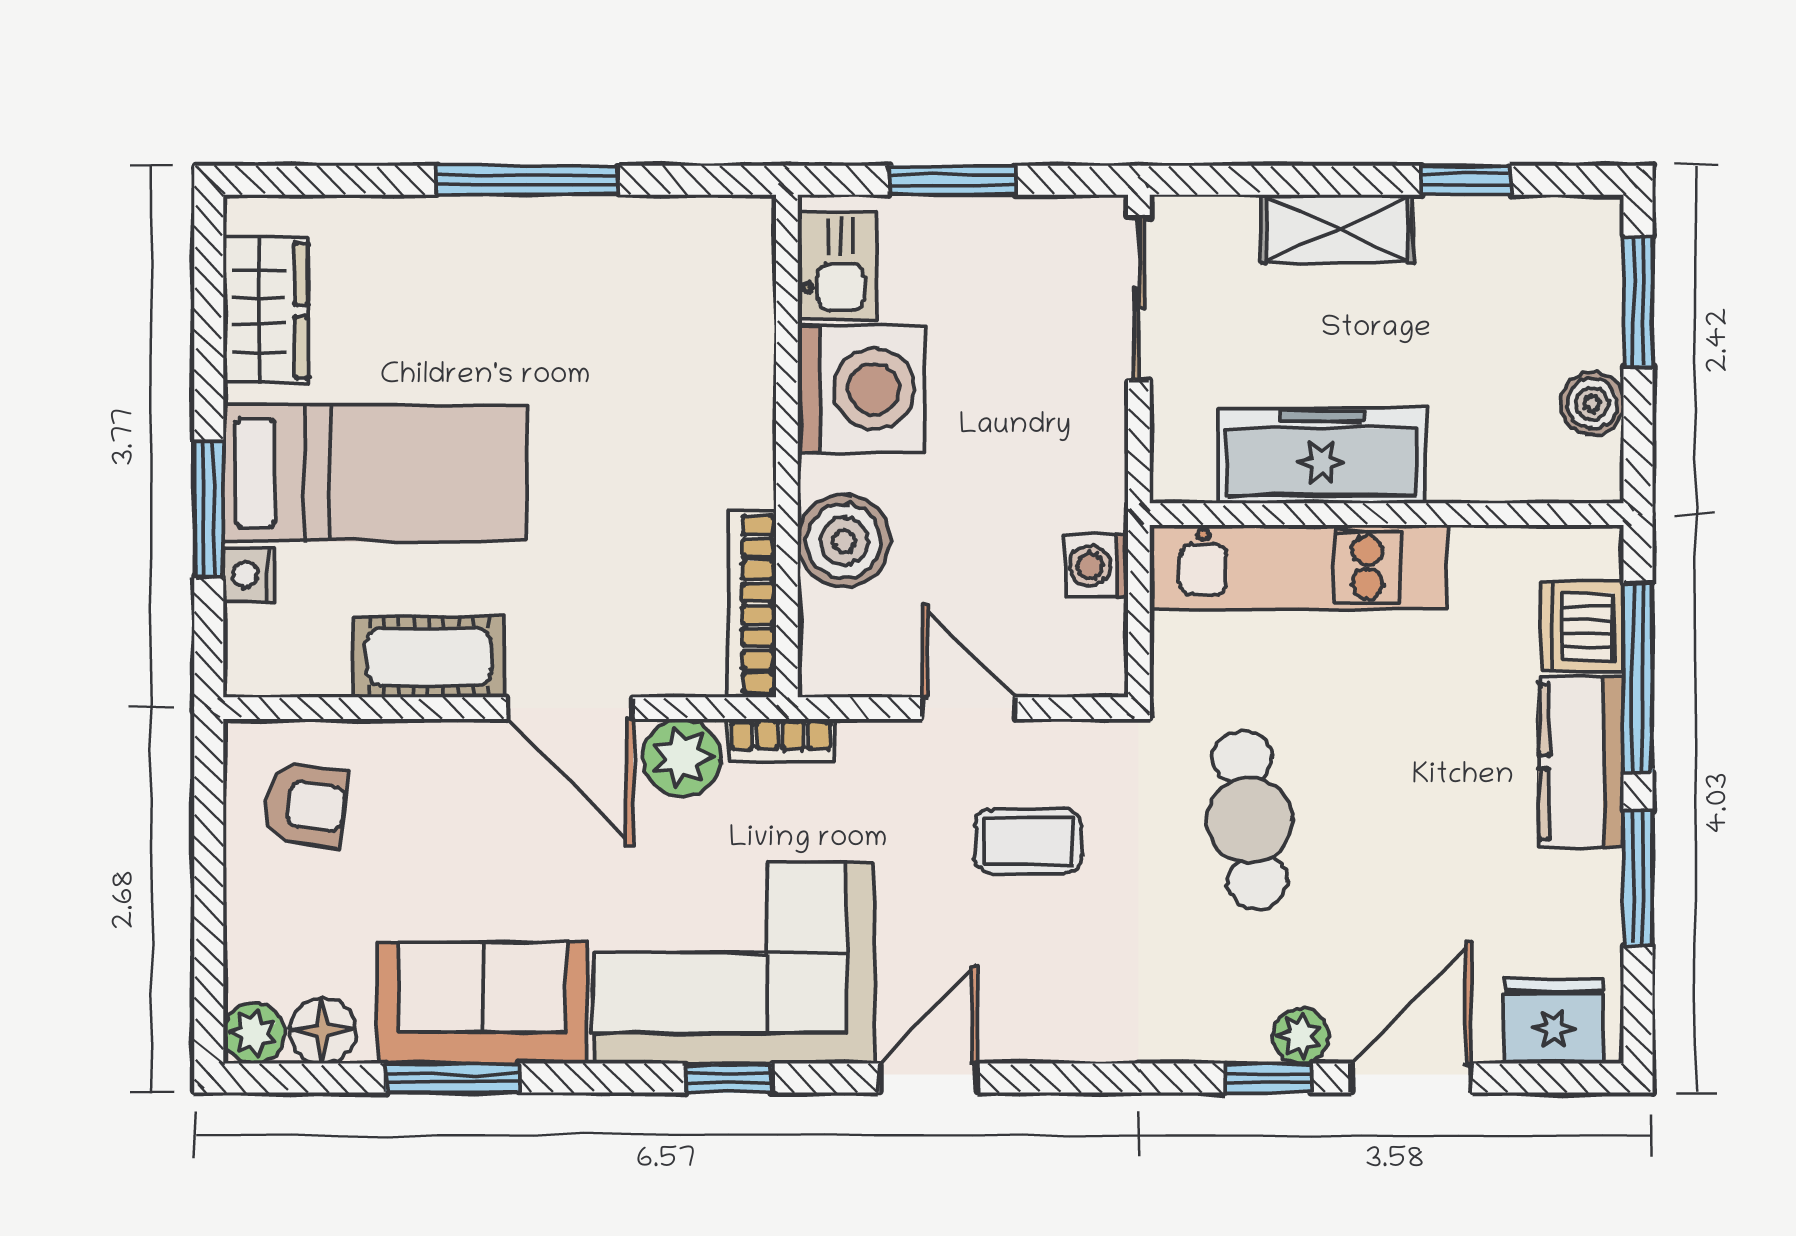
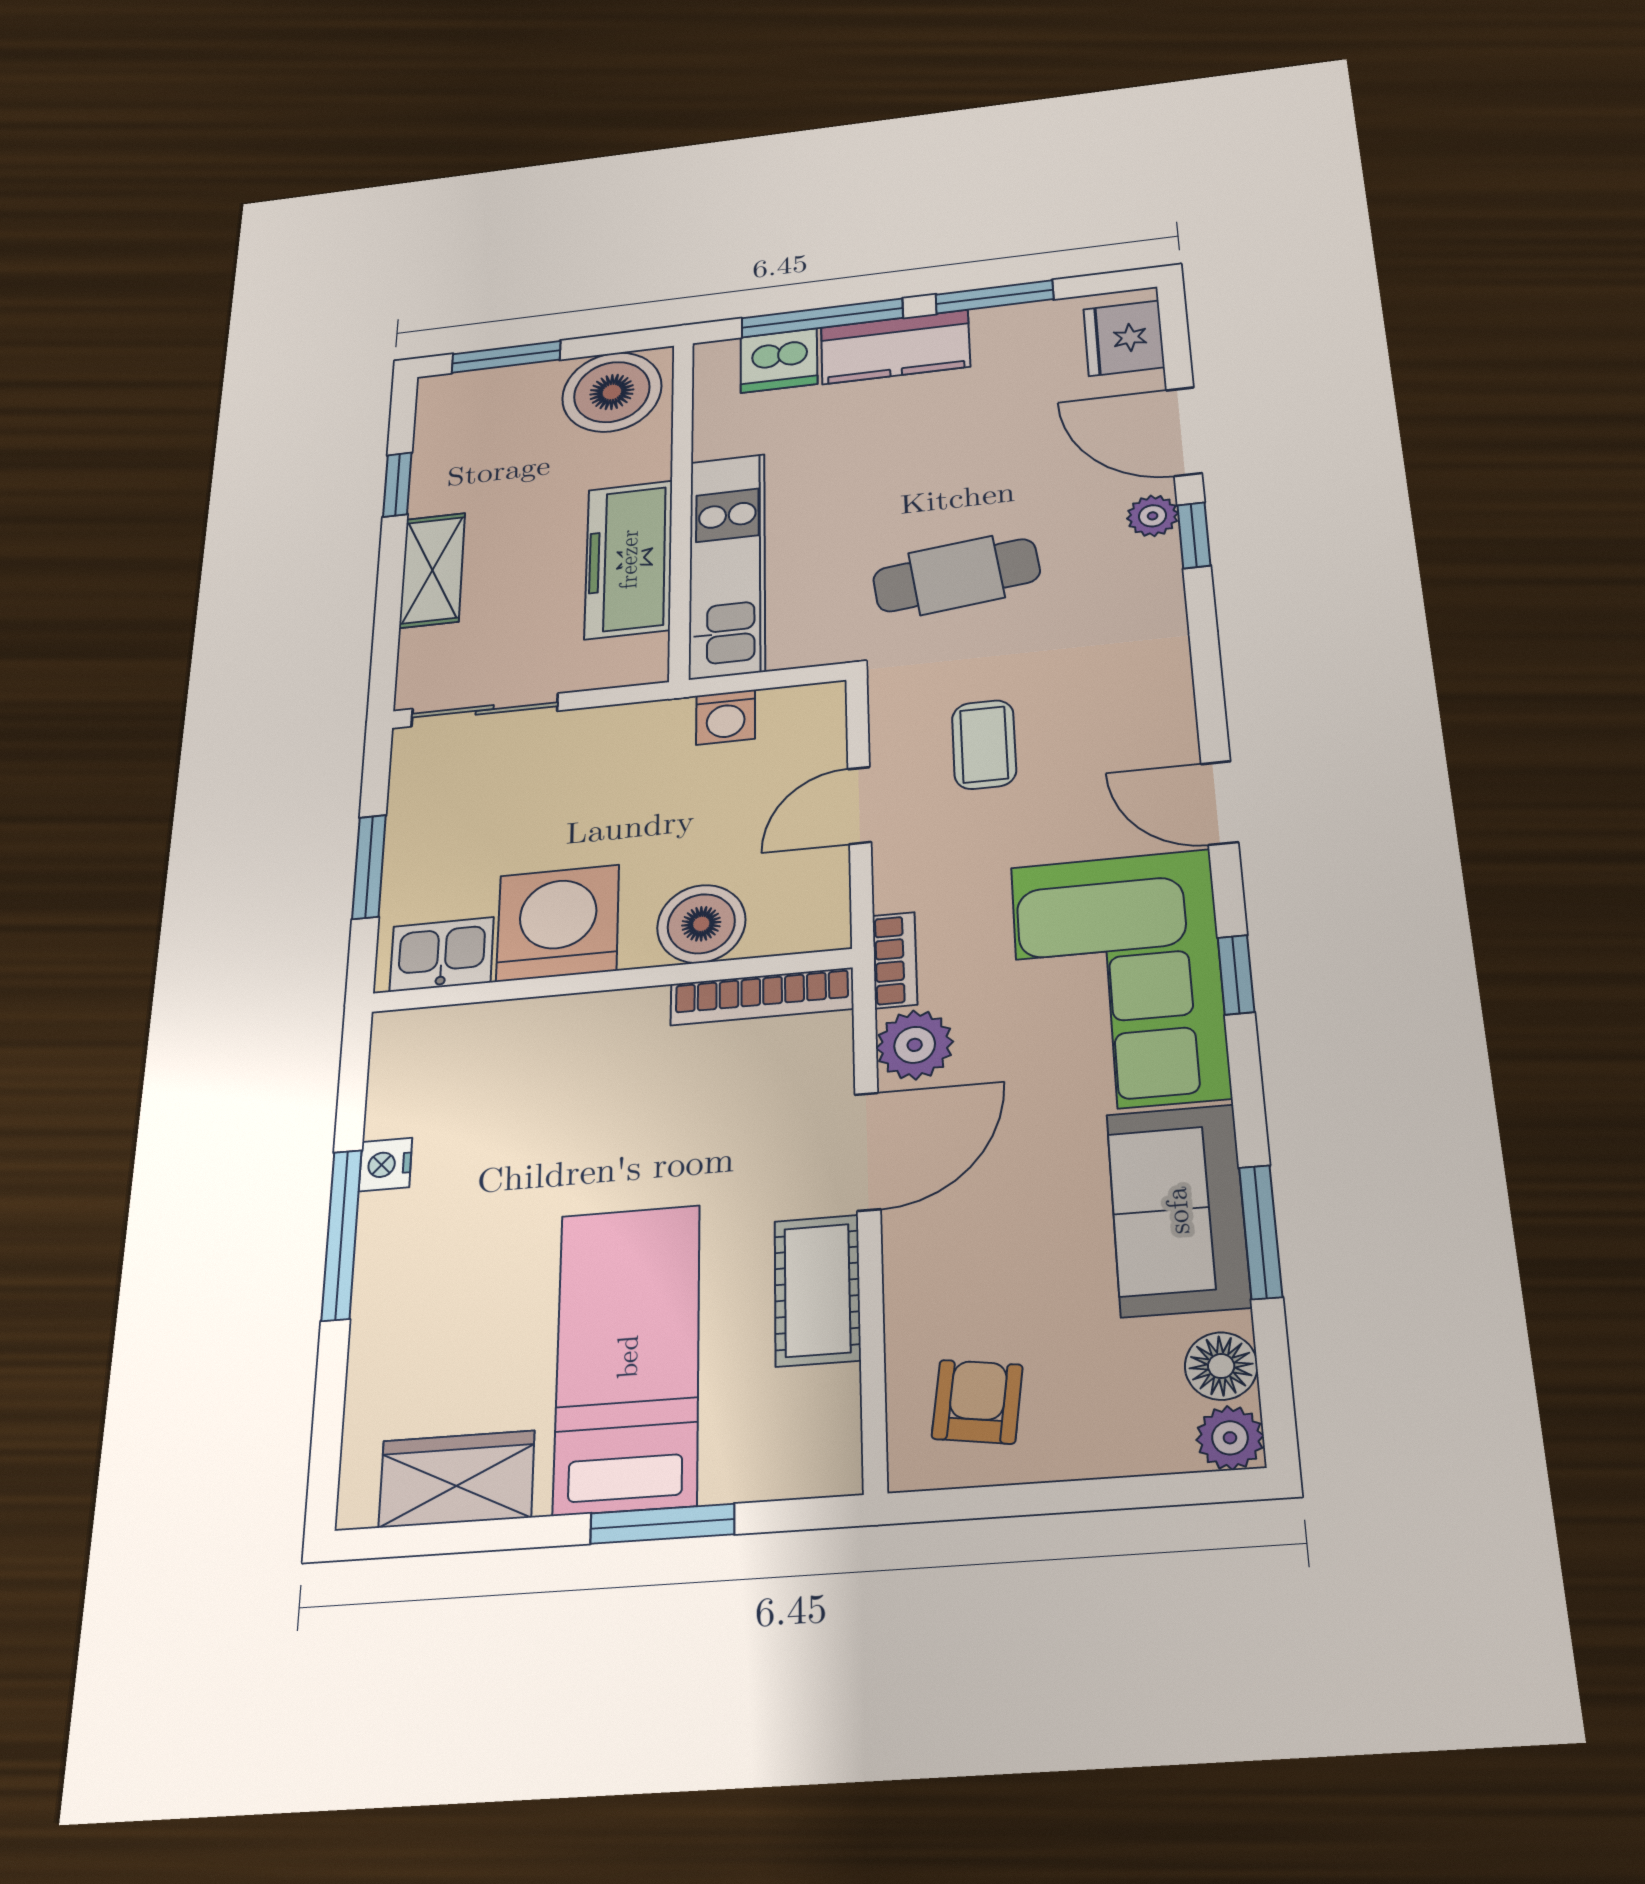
boiler: (1592, 403) -> (612, 392), width x1.86, depth x1.86
nightstand: (249, 575) -> (386, 1164), moved, turned 90

